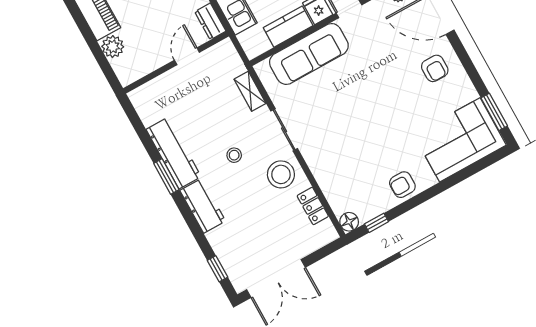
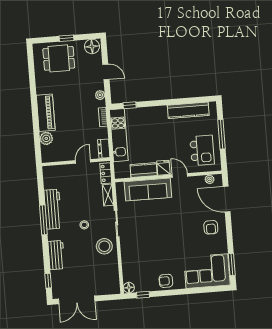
window: (166, 177) -> (43, 220), width x1.44
workbench: (203, 206) -> (56, 255), moved
locker: (313, 206) -> (106, 173), moved

